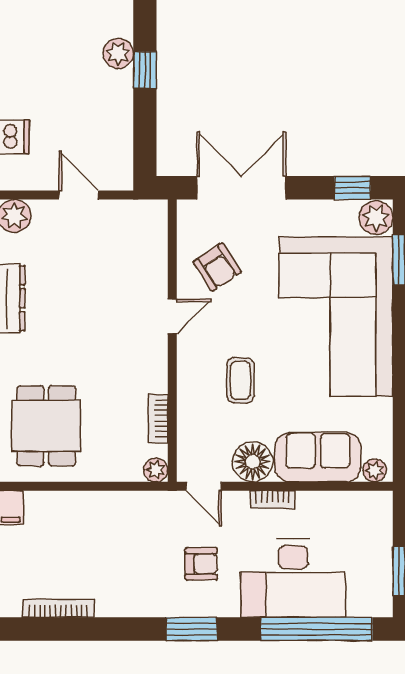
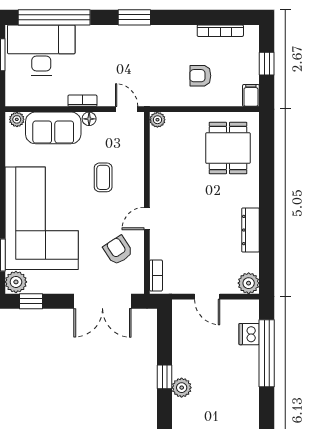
bookcase: (158, 418) -> (156, 275), moved
floor lamp: (253, 462) -> (89, 119), width x0.53, depth x0.53
armchair: (201, 564) -> (200, 76), moved
desk: (293, 578) -> (41, 50), moved

